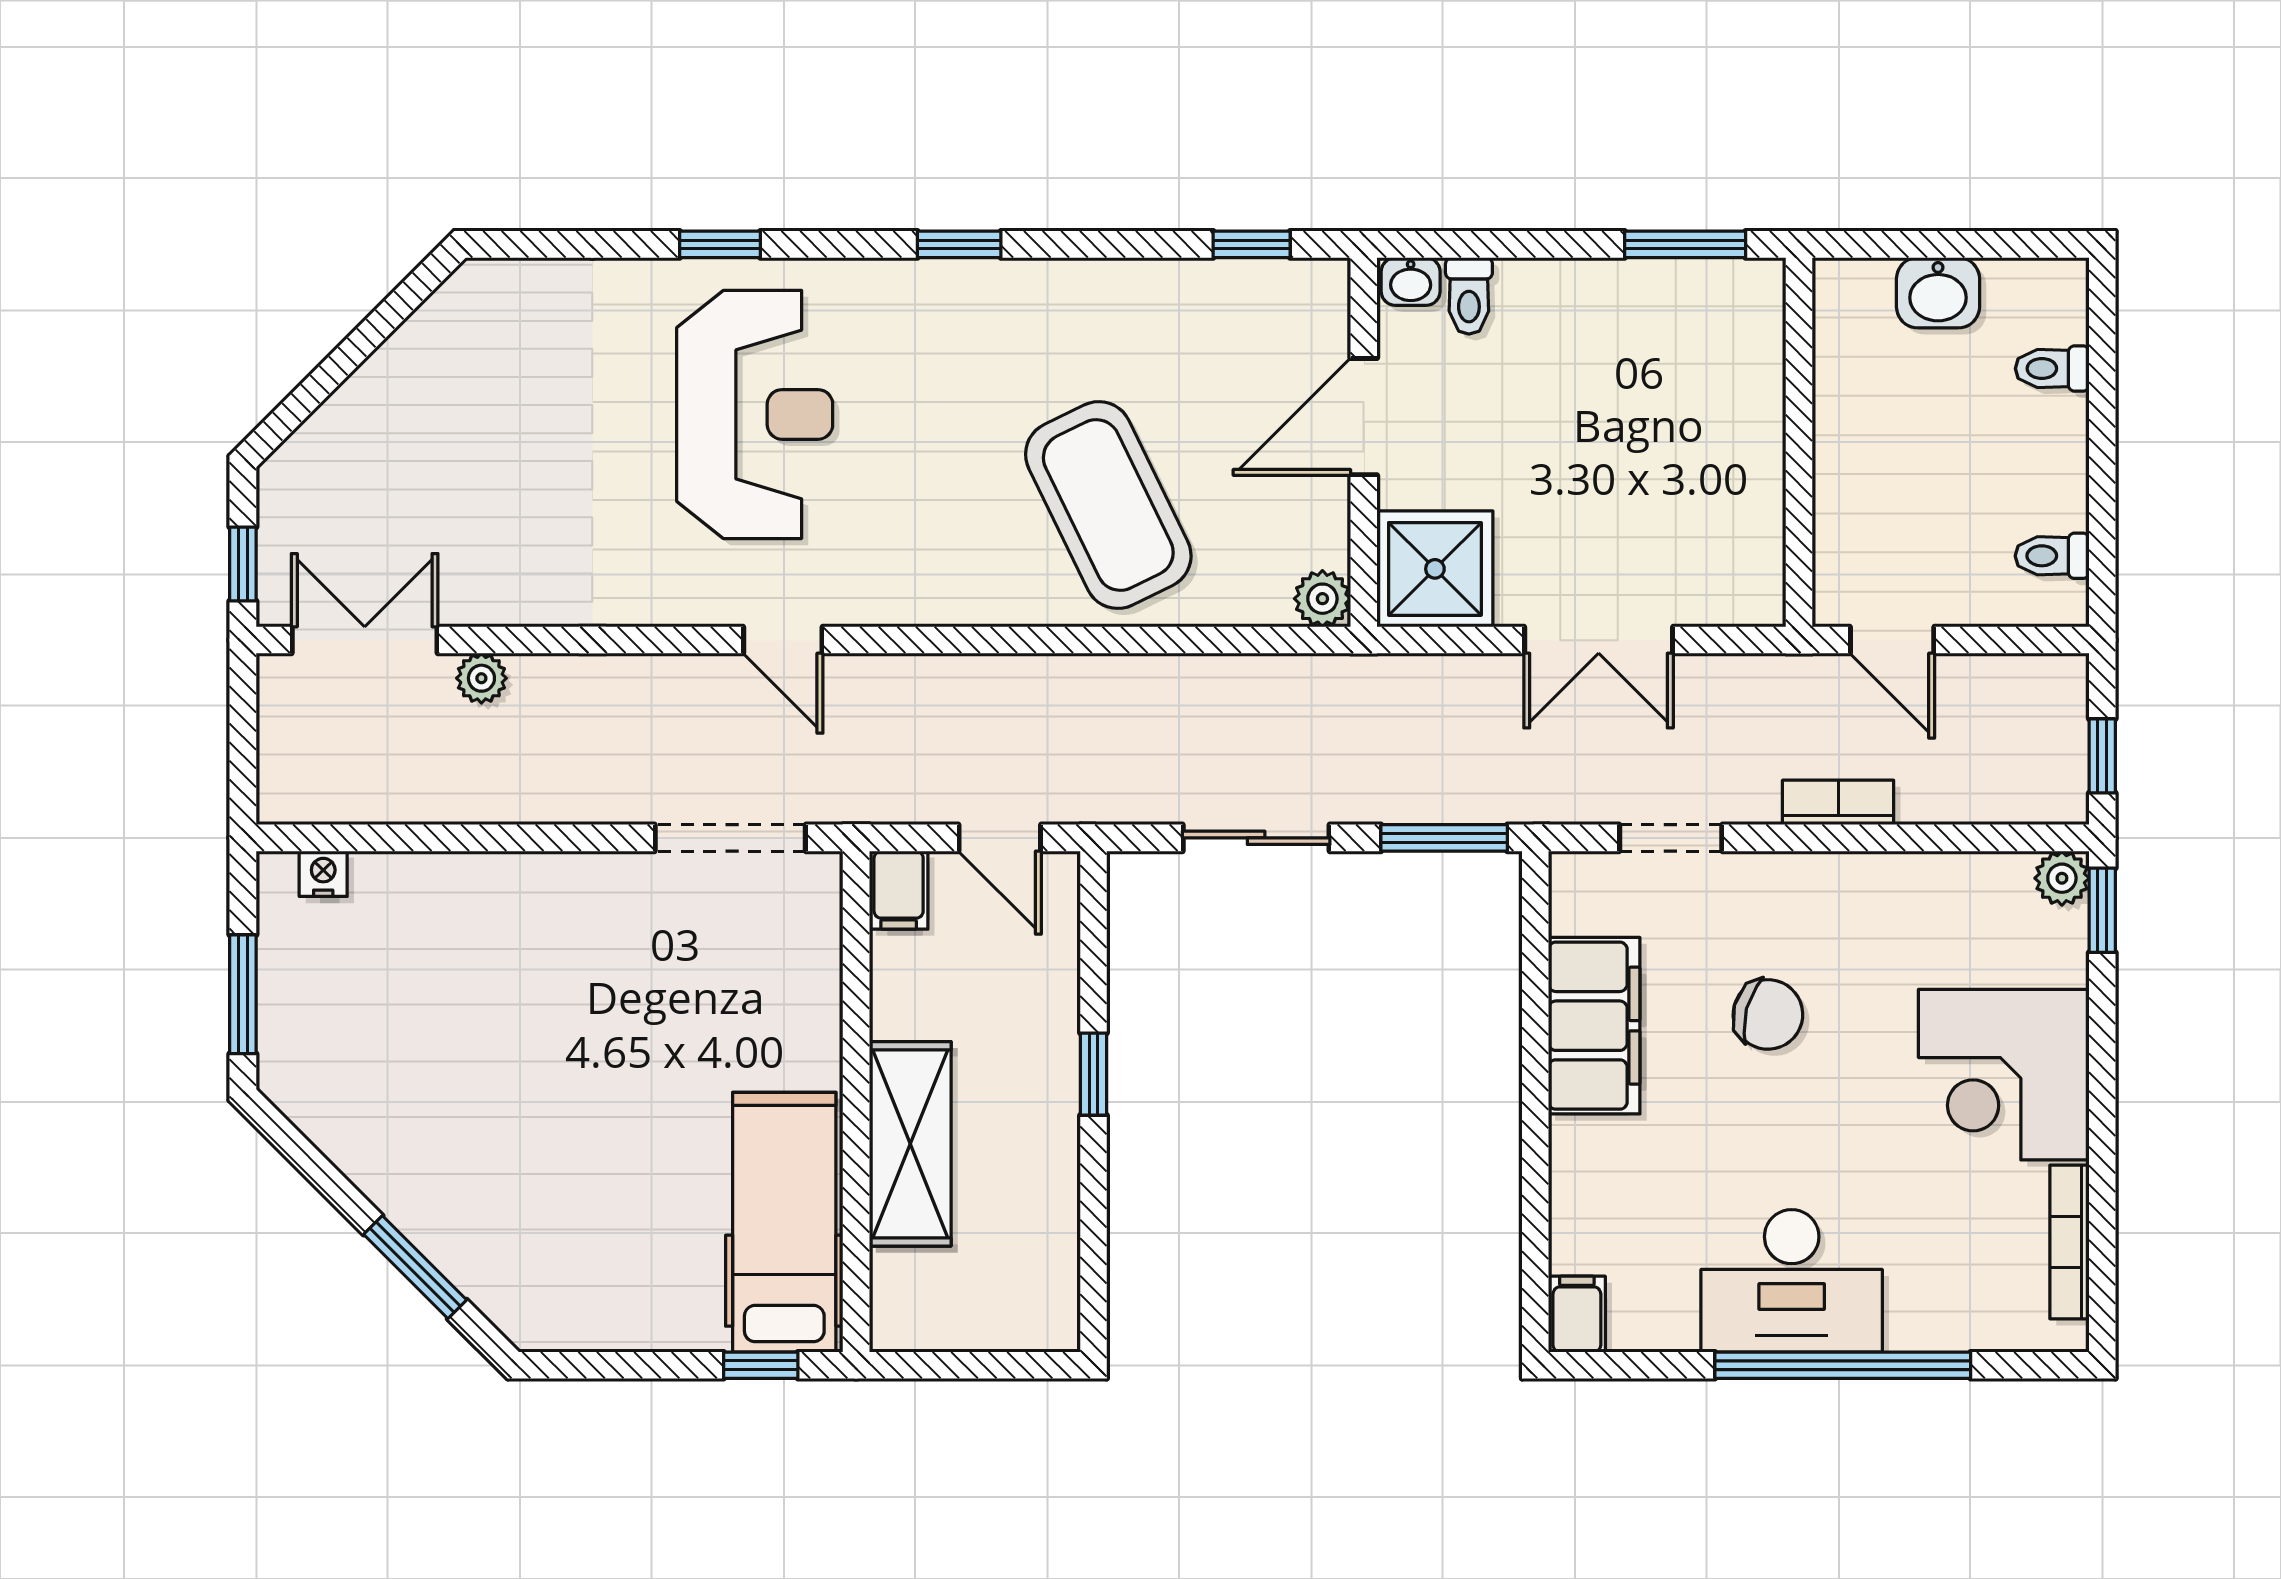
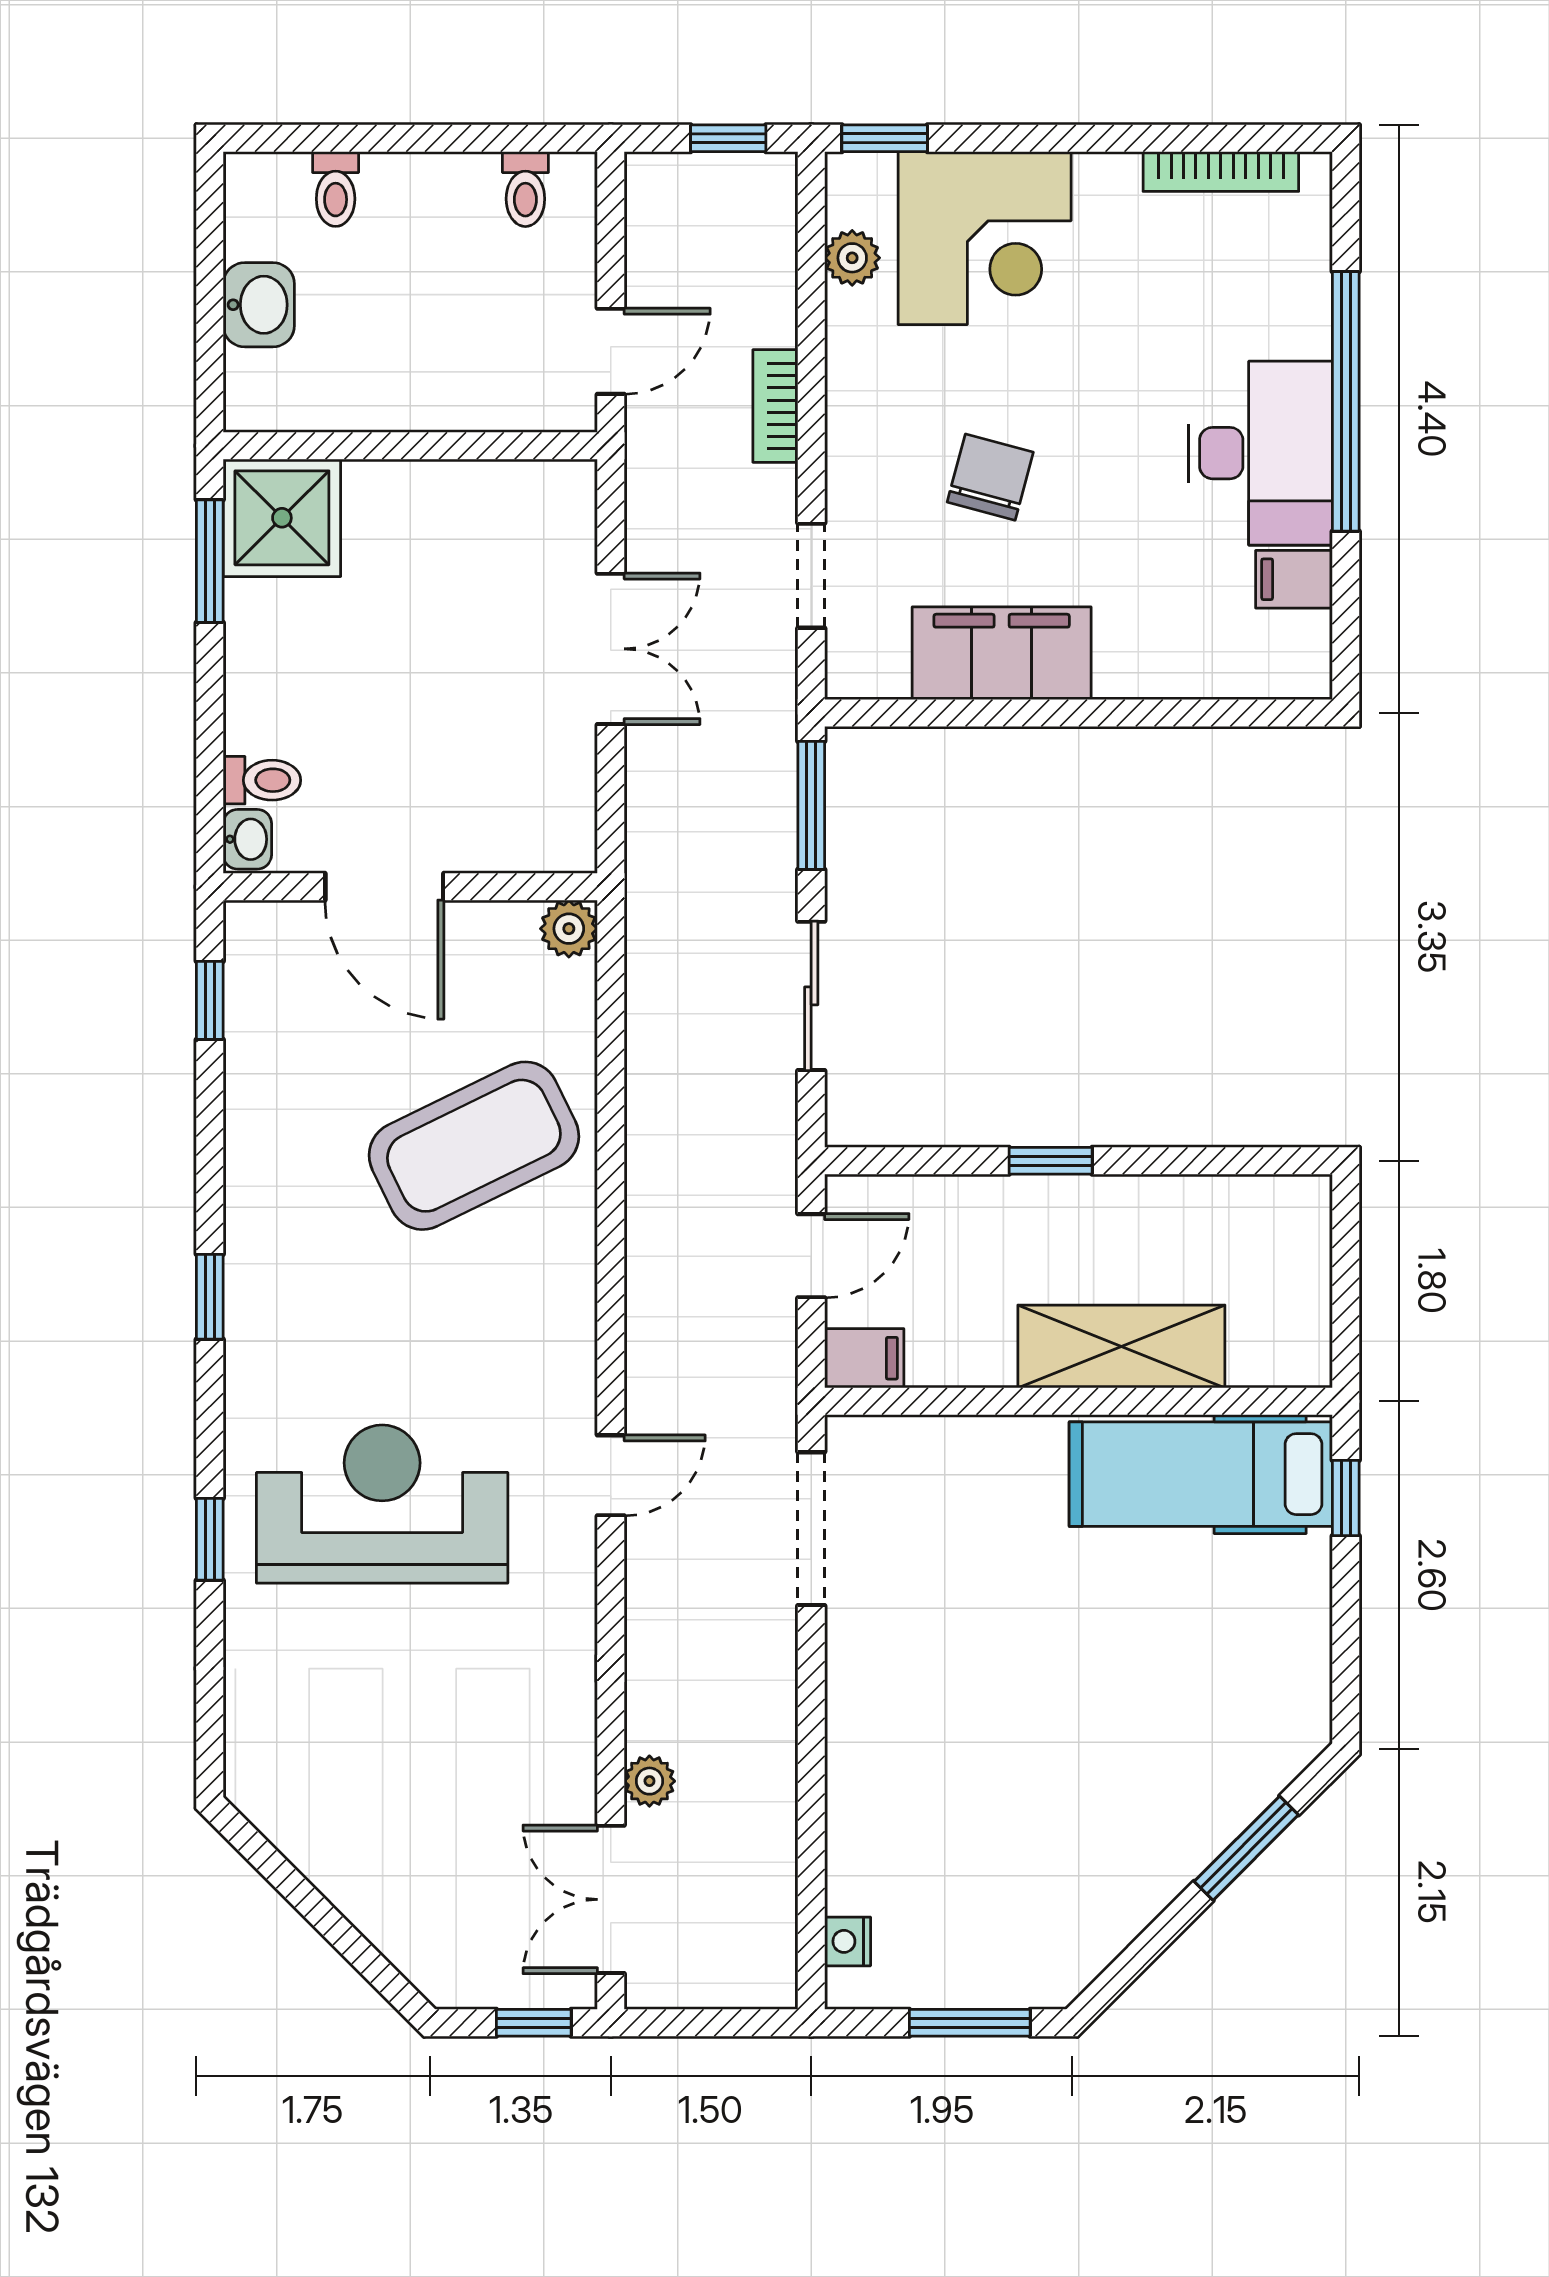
shower: (1435, 569) -> (282, 518), moved
plant: (2062, 878) -> (852, 258), moved
corner desk: (2004, 1075) -> (985, 238), moved
filing cabinet: (1577, 1314) -> (1294, 579), moved

